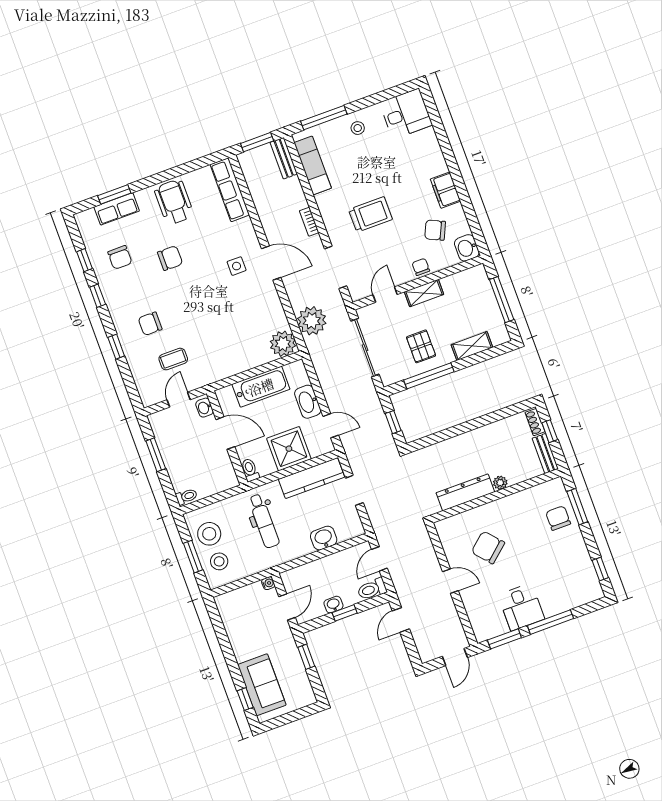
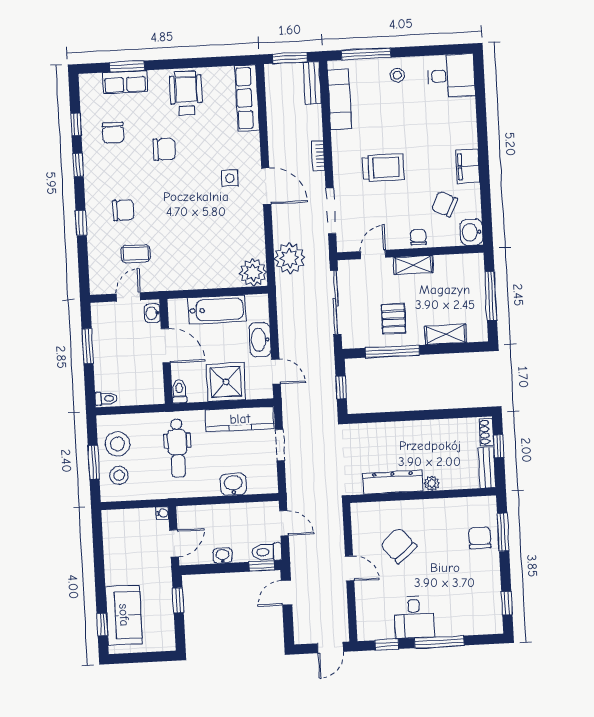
chair: (150, 324) -> (123, 210), turned 180
door: (379, 559) -> (284, 523), swing flipped
window: (345, 613) -> (262, 566), moved
window: (504, 639) -> (387, 645), width x0.67

